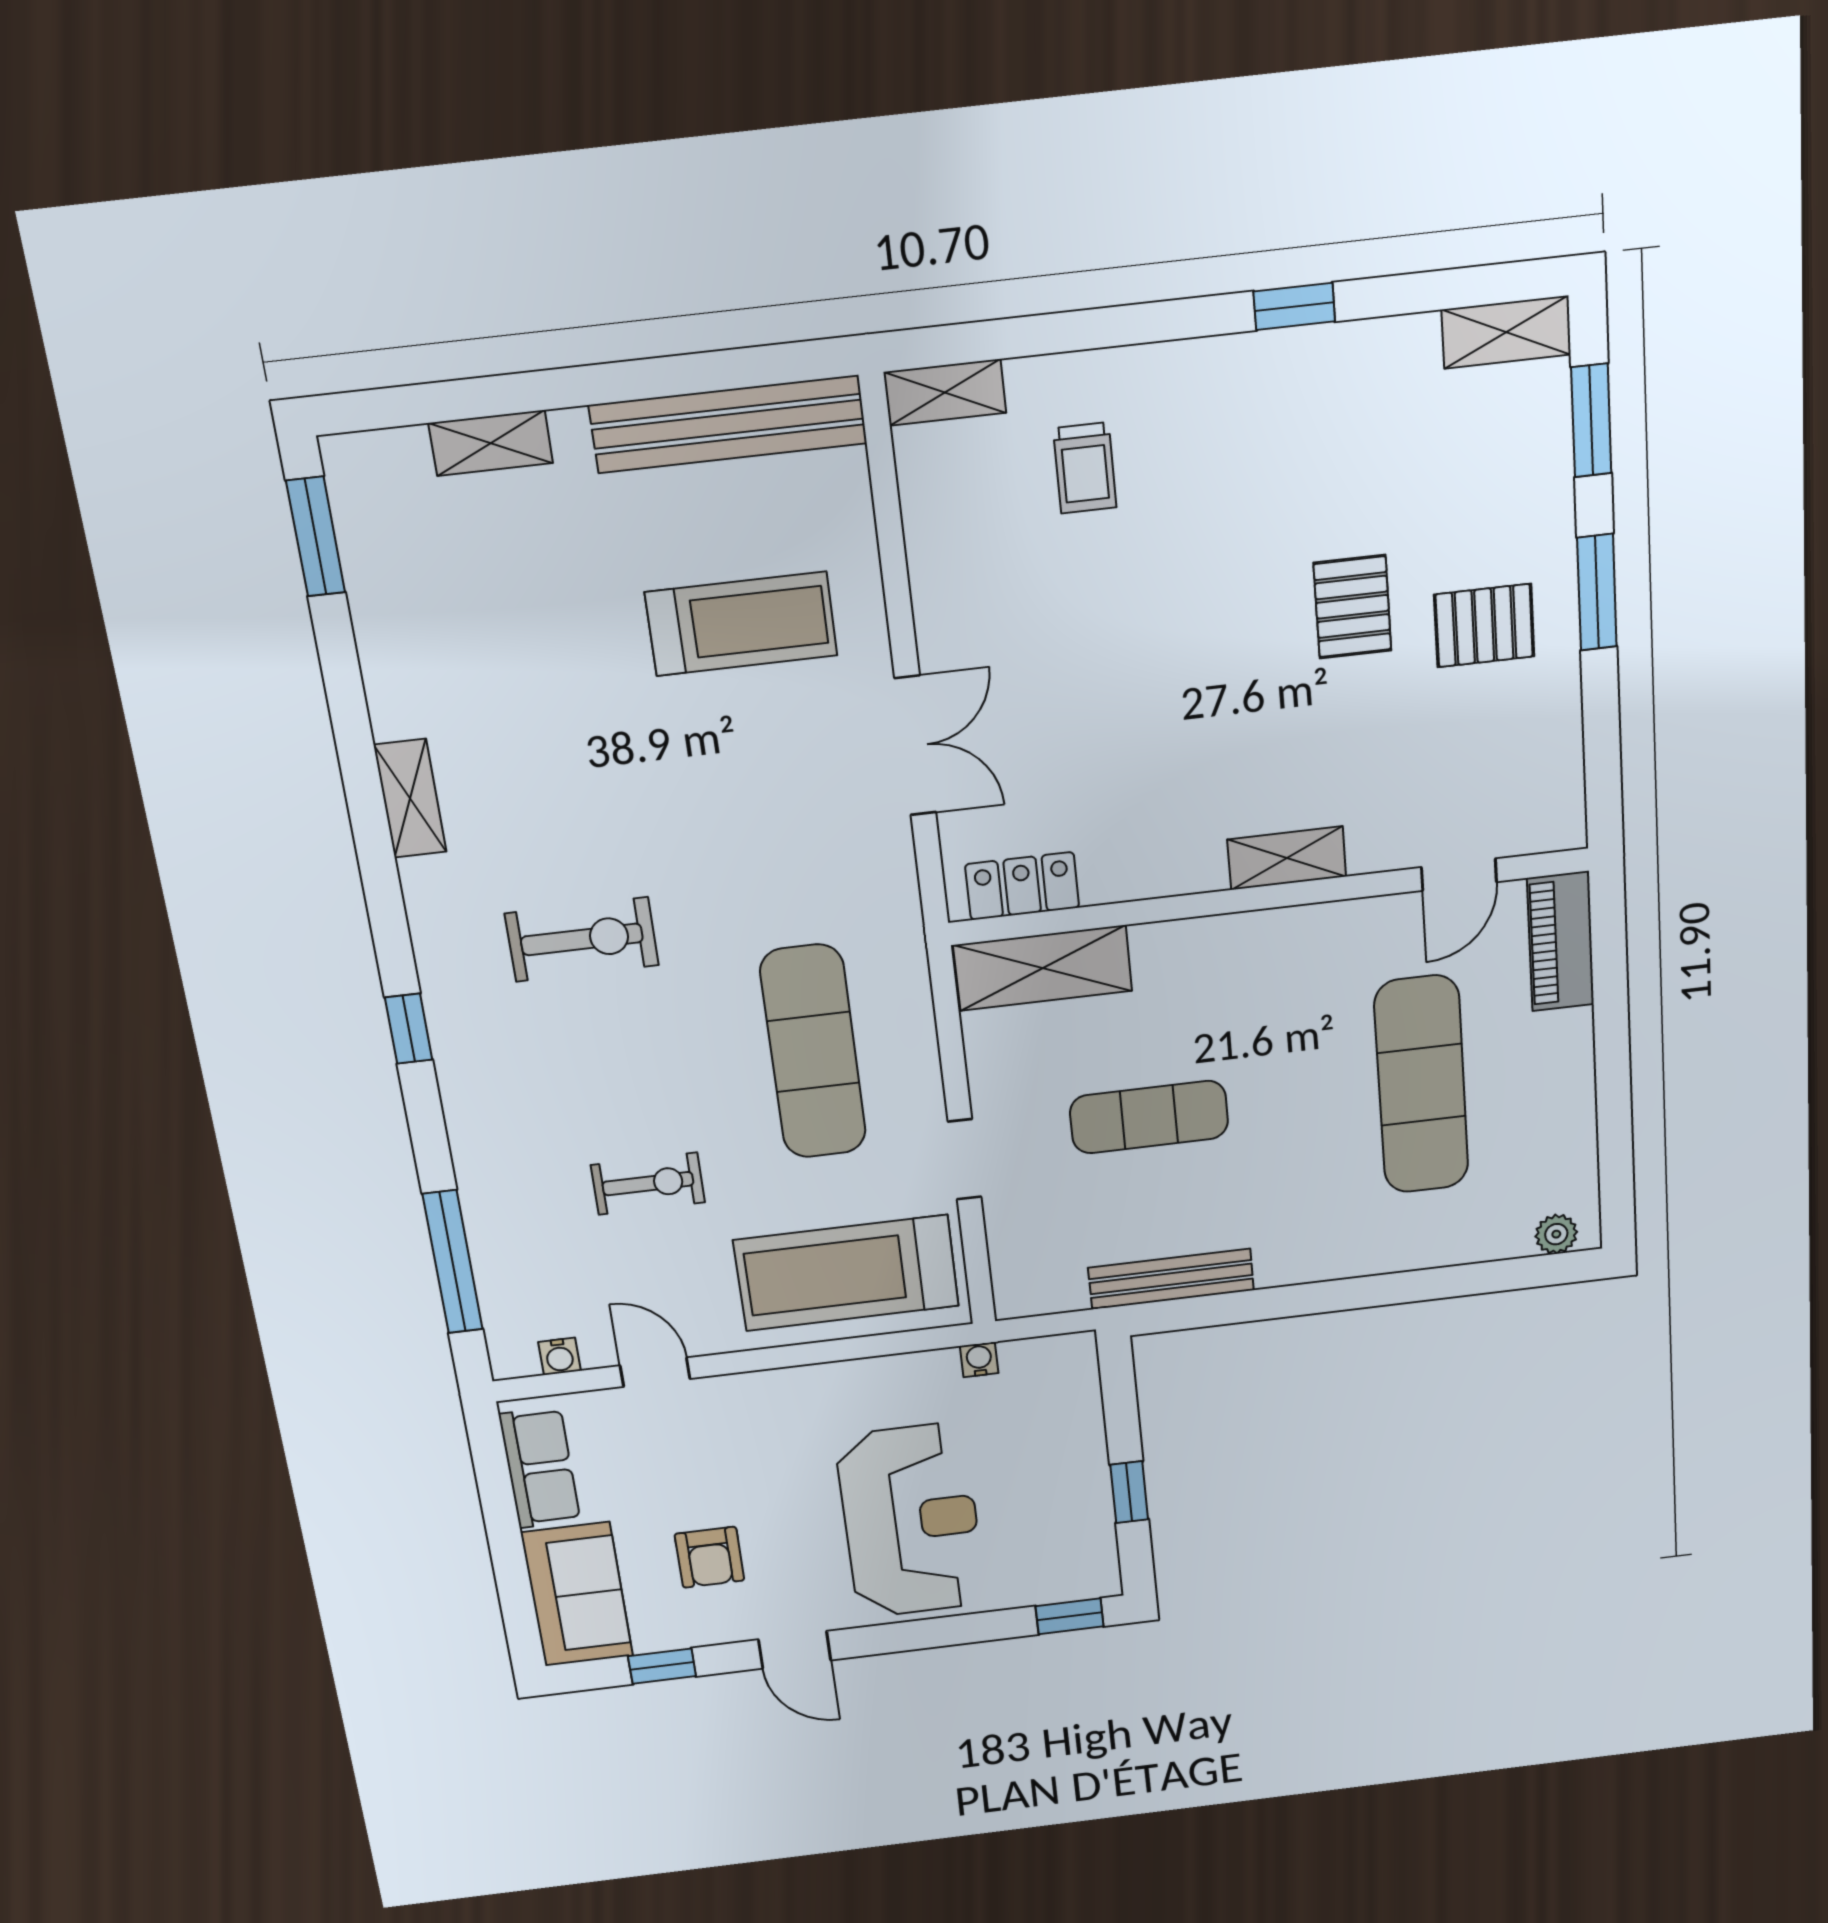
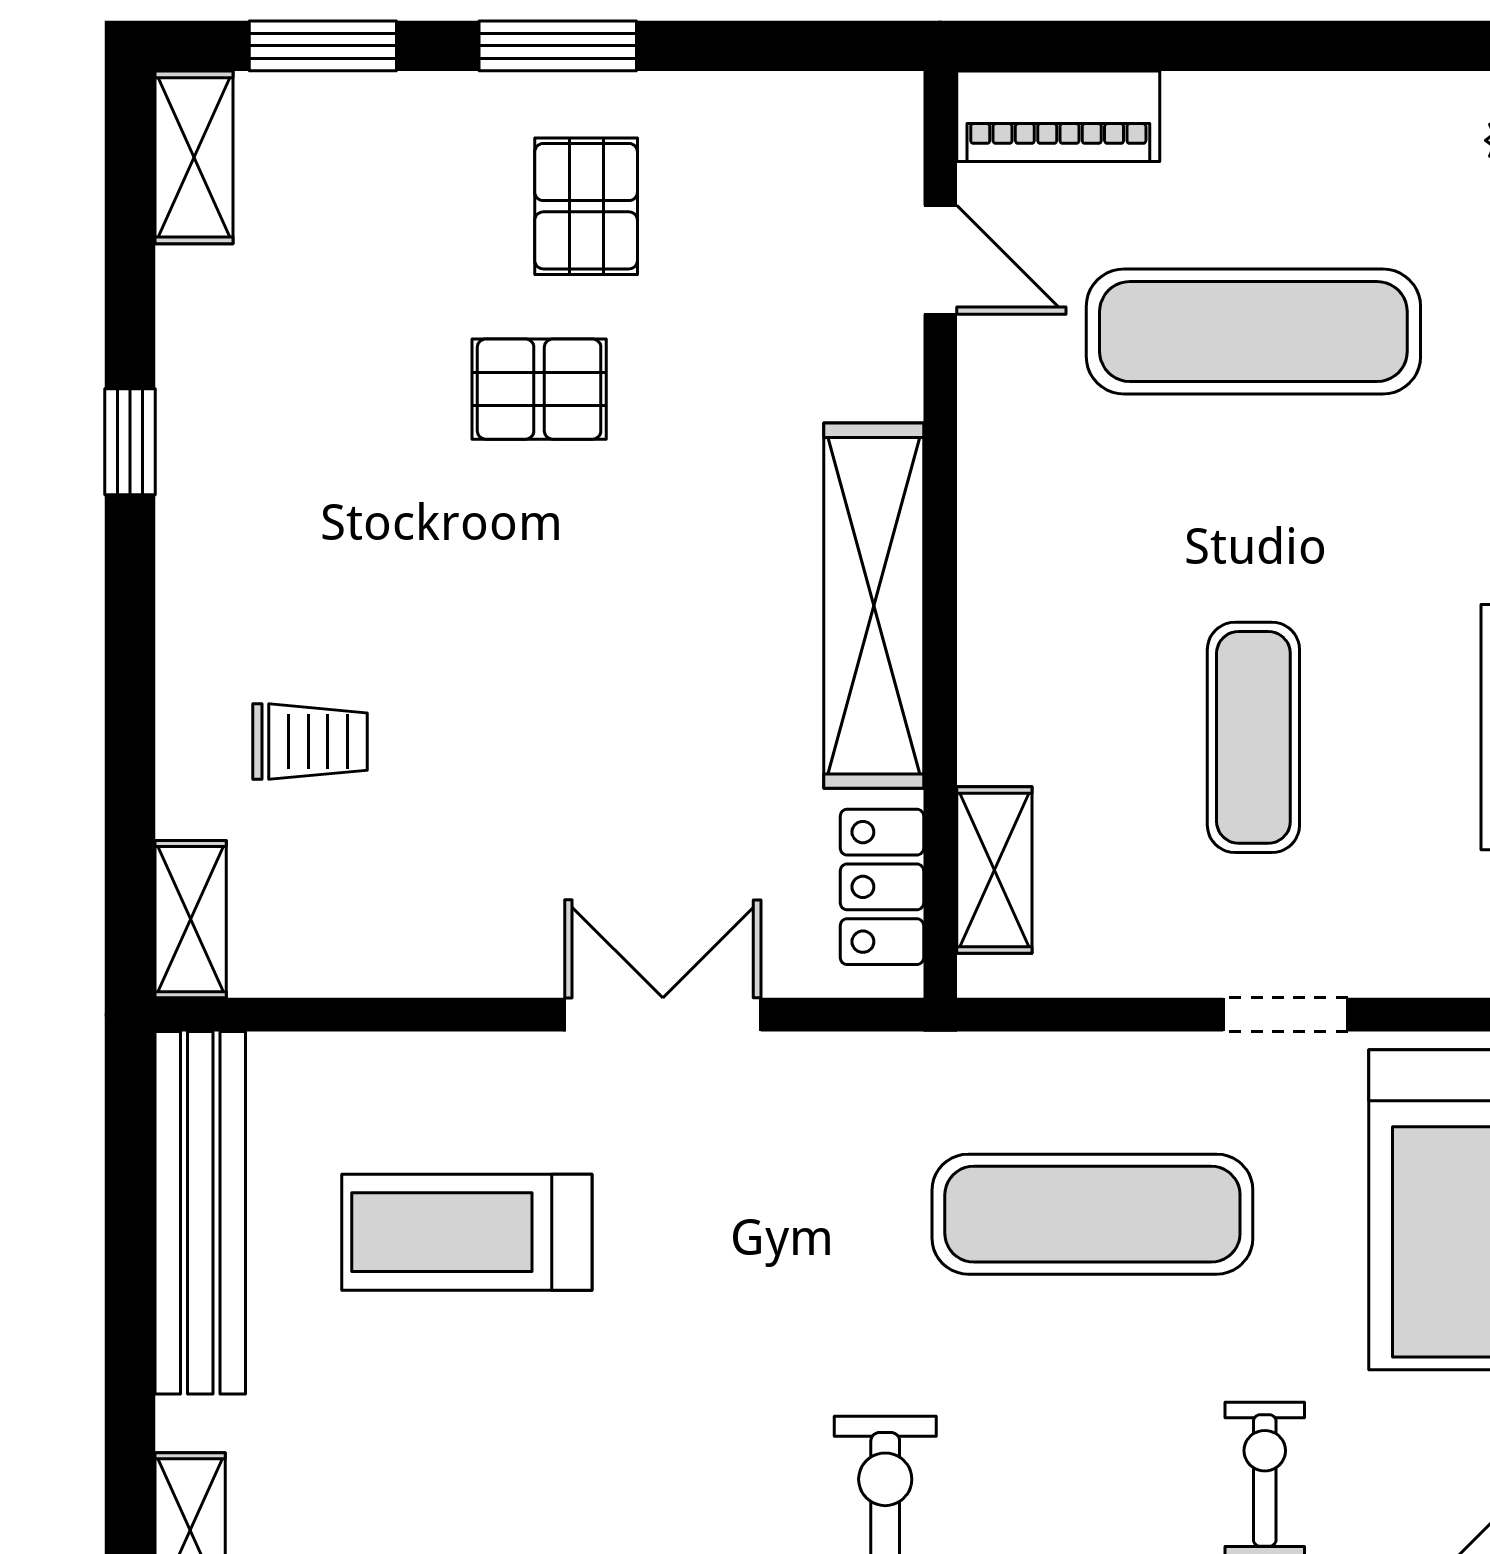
treadmill: (741, 624) -> (467, 1232), turned -90
shelving: (1287, 858) -> (874, 606), width x2.20, depth x1.33
shelving: (1043, 968) -> (994, 870), width x0.67, depth x0.75

